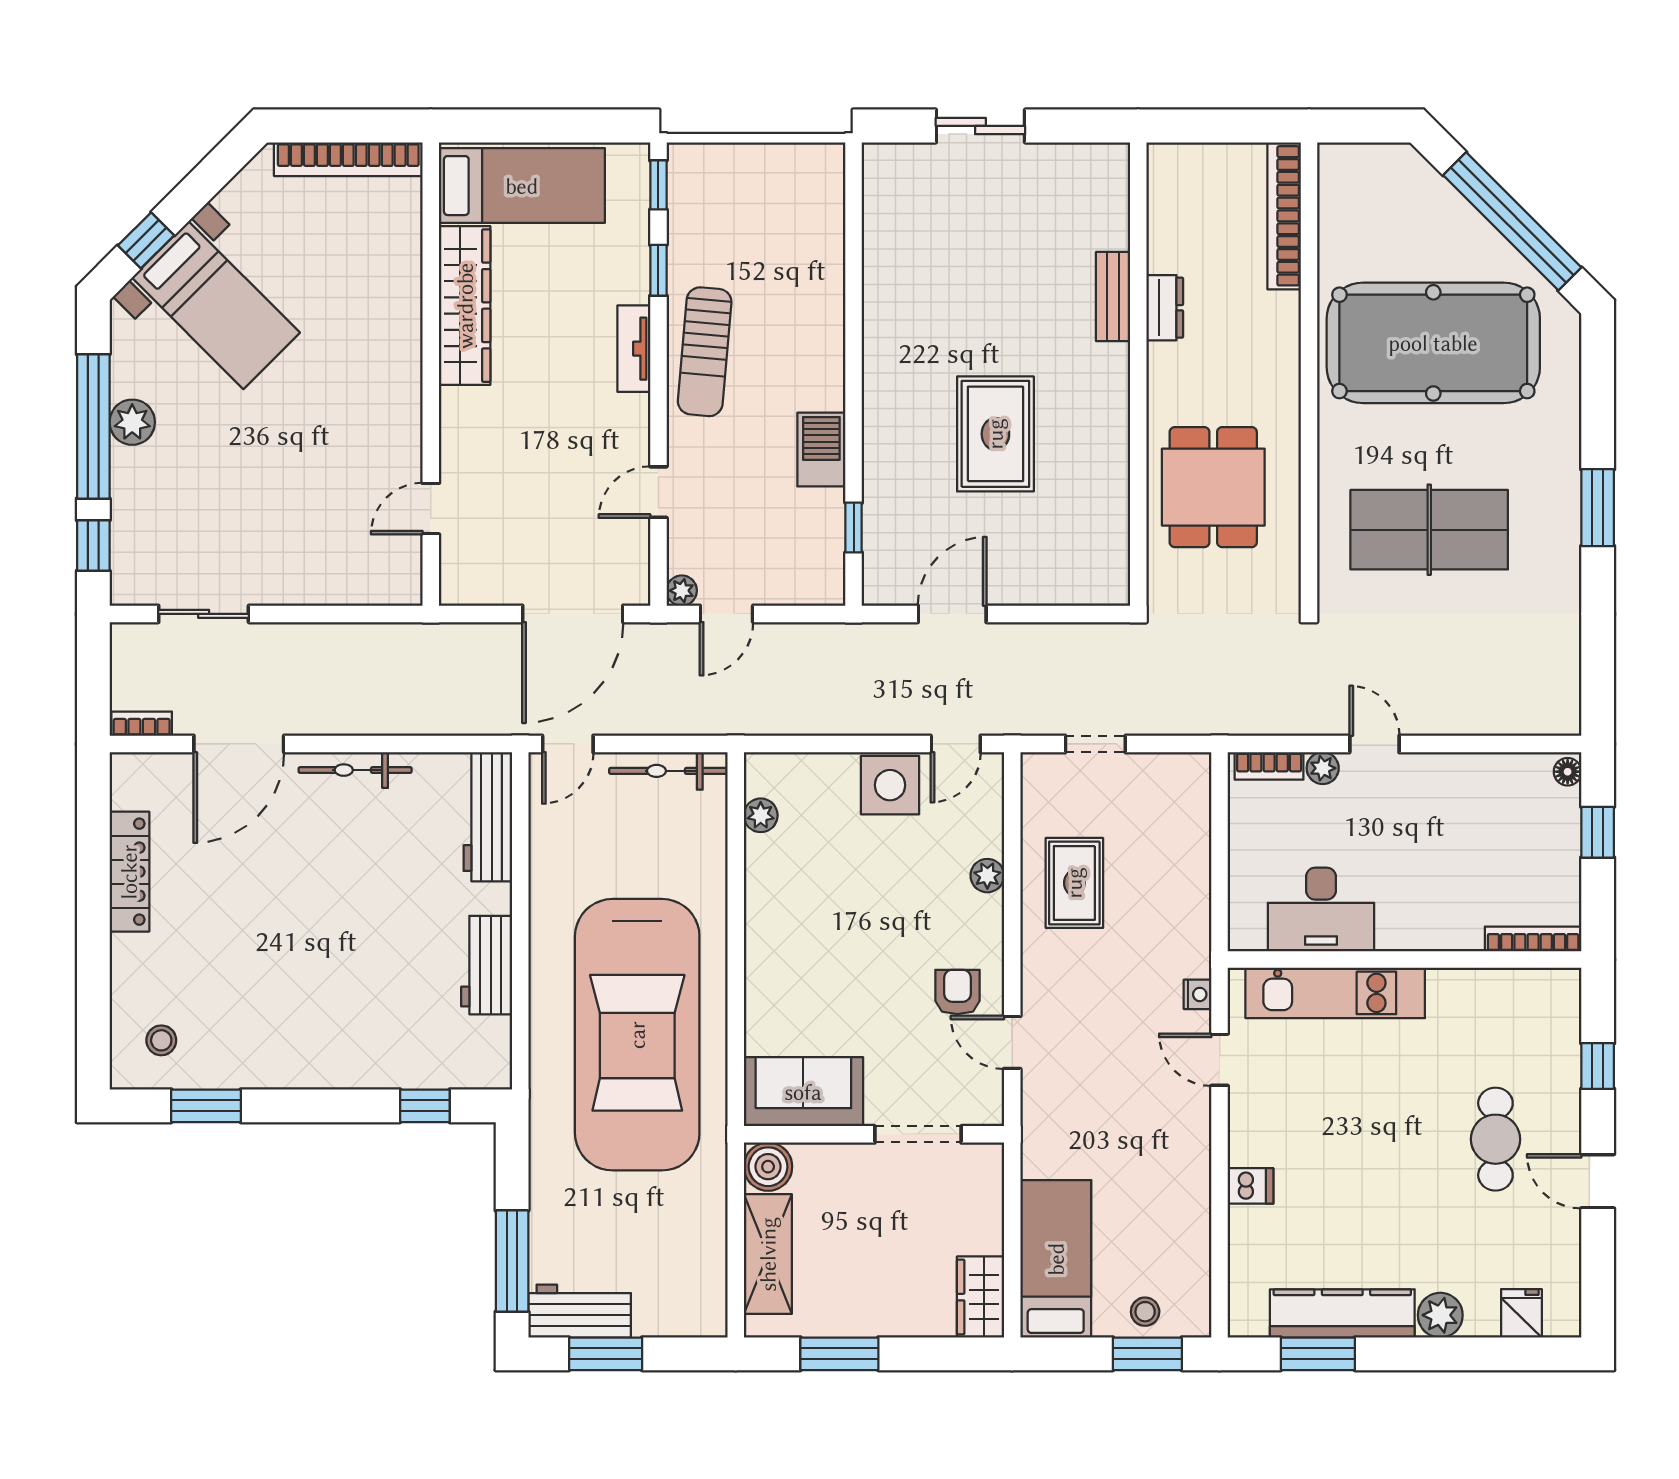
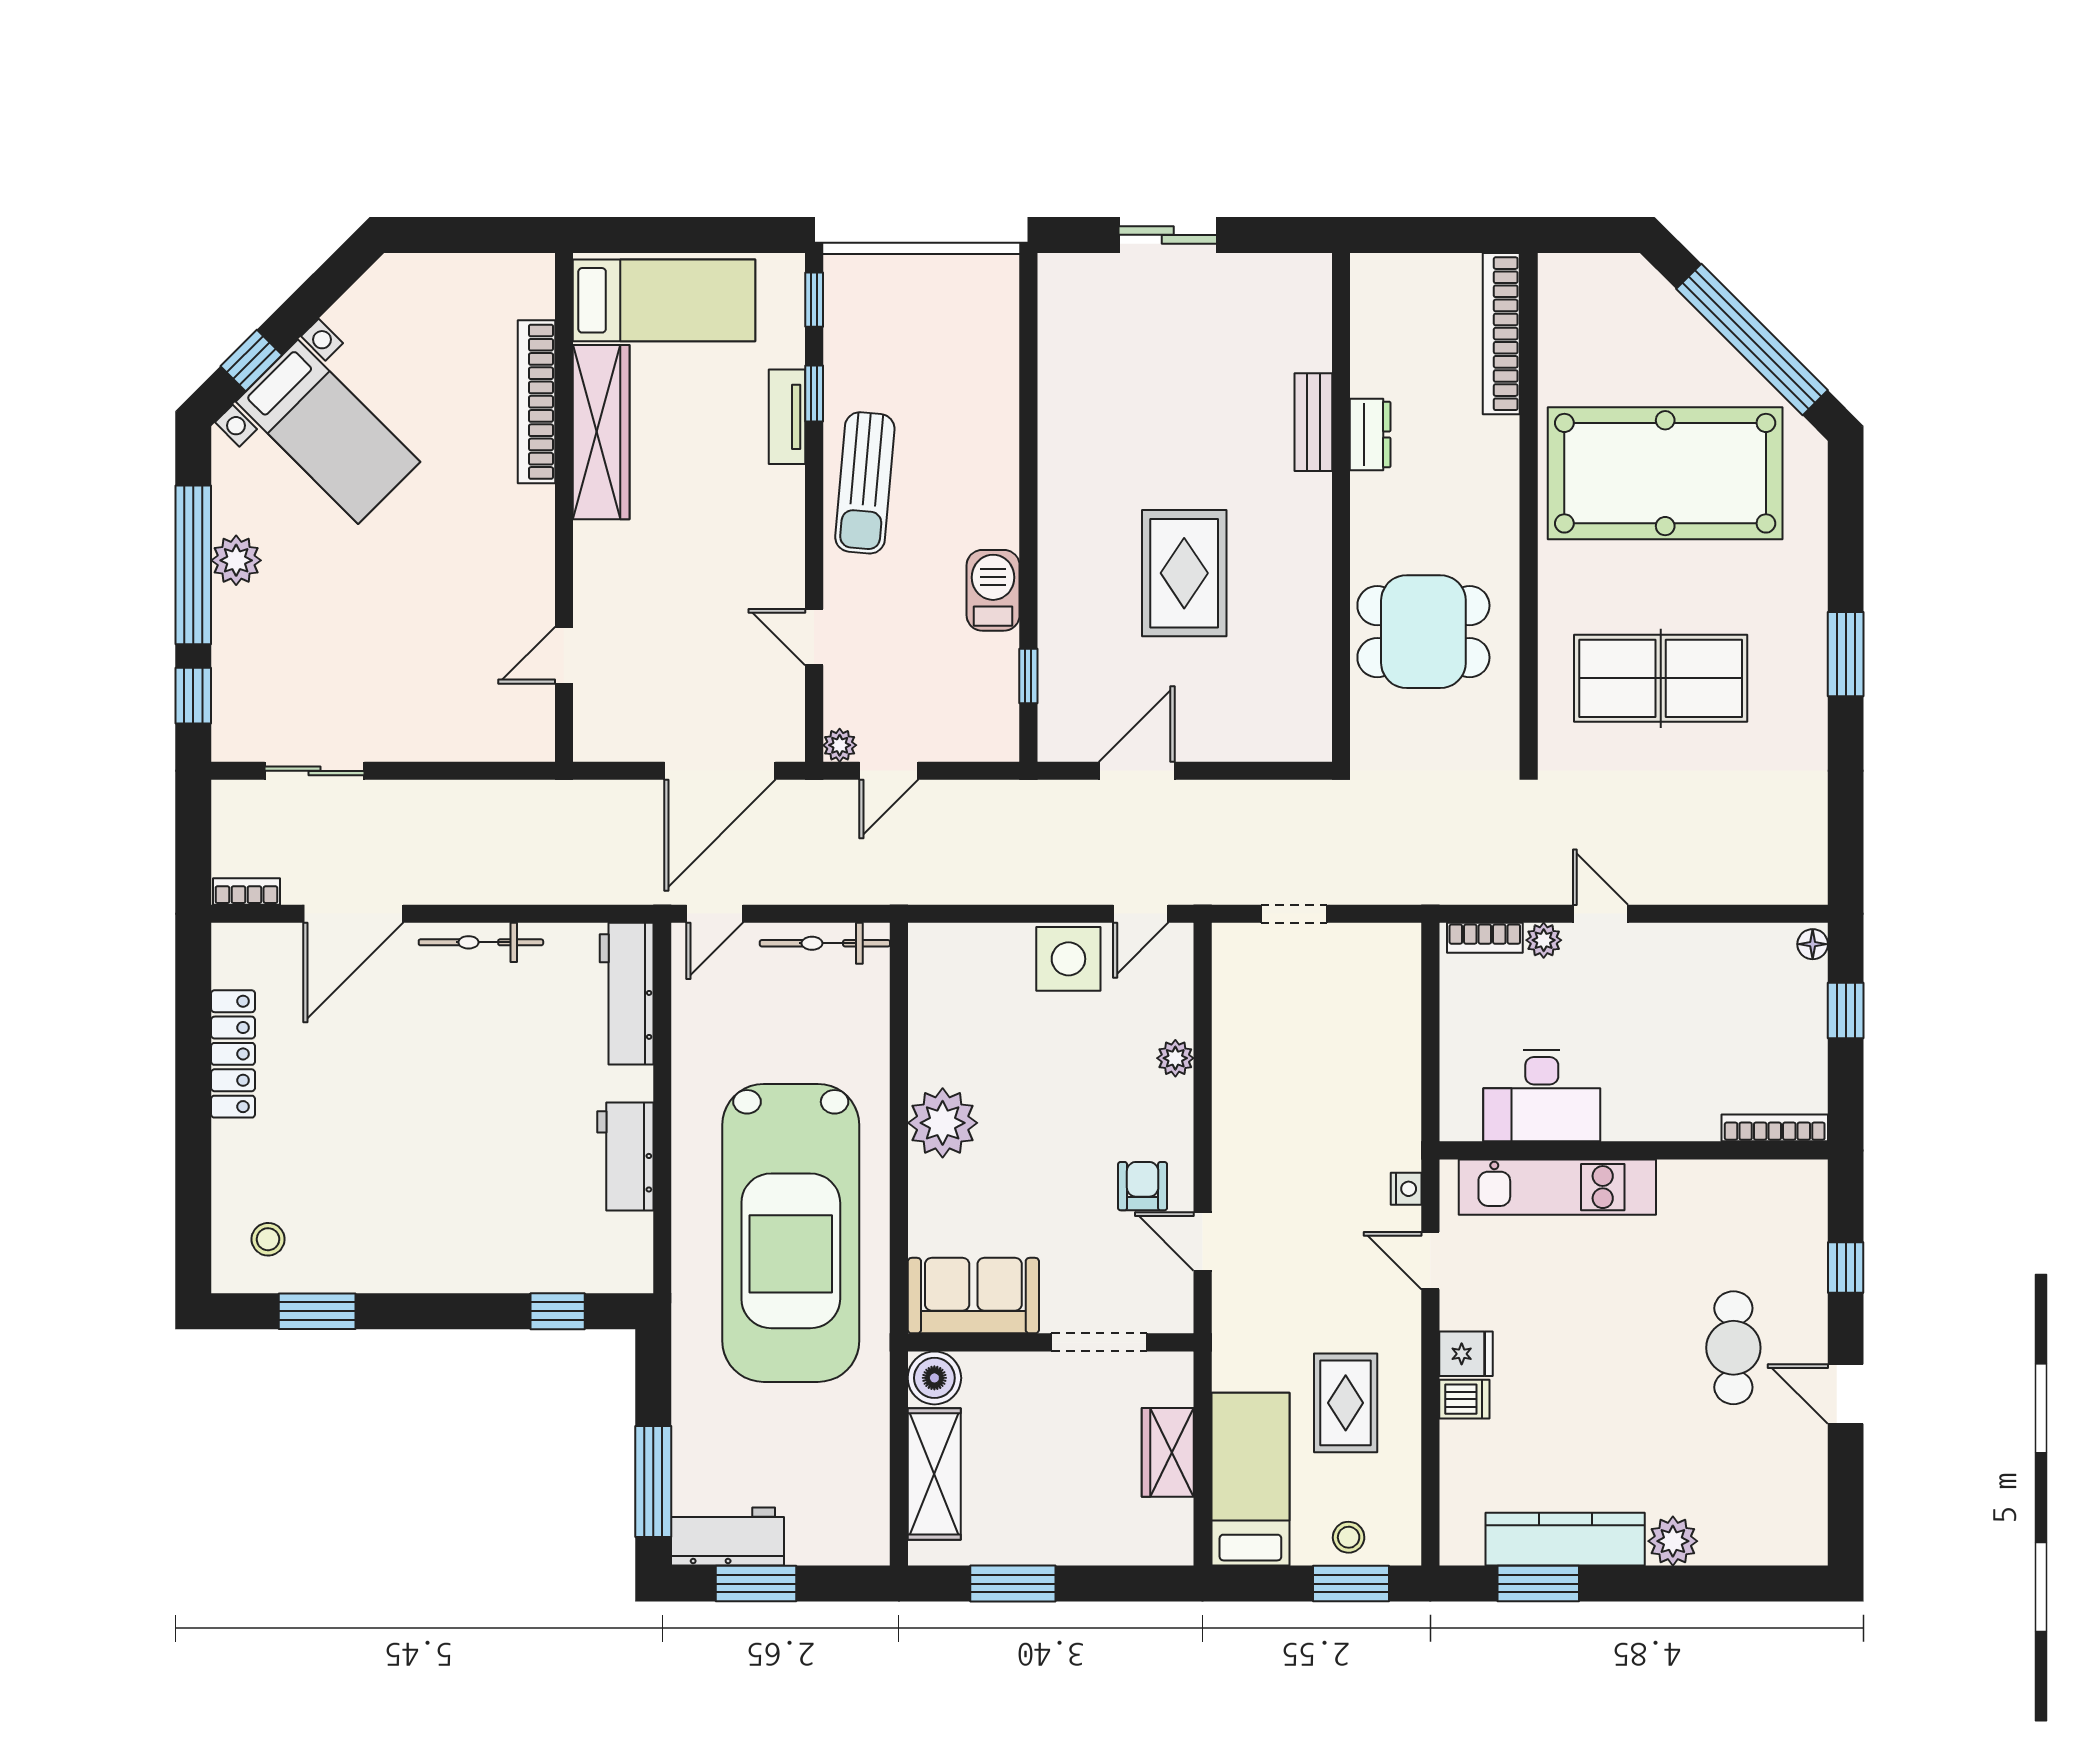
bookcase: (348, 159) -> (537, 402), moved, turned 90
tv unit: (634, 349) -> (787, 417), moved
dining table: (1213, 487) -> (1423, 632), turned 90
door: (658, 492) -> (814, 637), hinge flipped
plant: (761, 815) -> (943, 1123), moved, width x1.87, depth x1.87
rug: (1074, 883) -> (1346, 1403), moved
wardrobe: (980, 1297) -> (1168, 1452), moved
fridge: (1521, 1313) -> (1466, 1354), moved, turned 90

